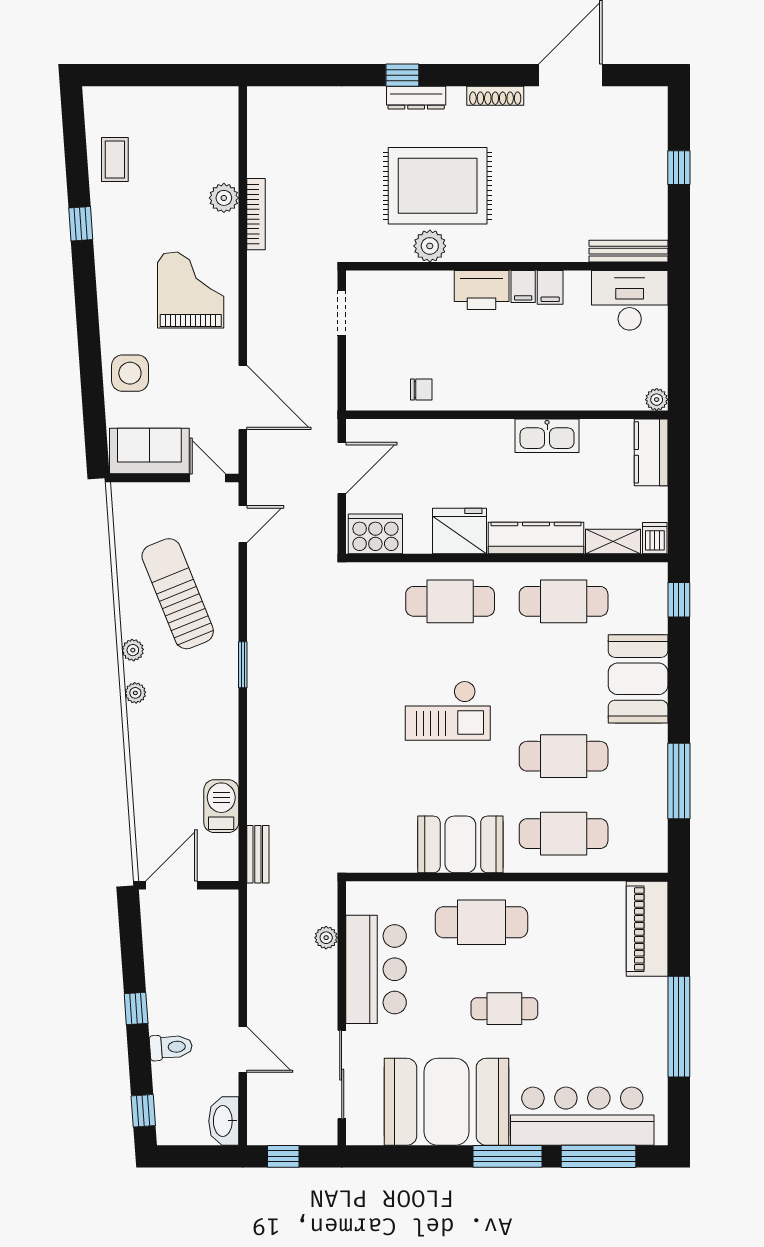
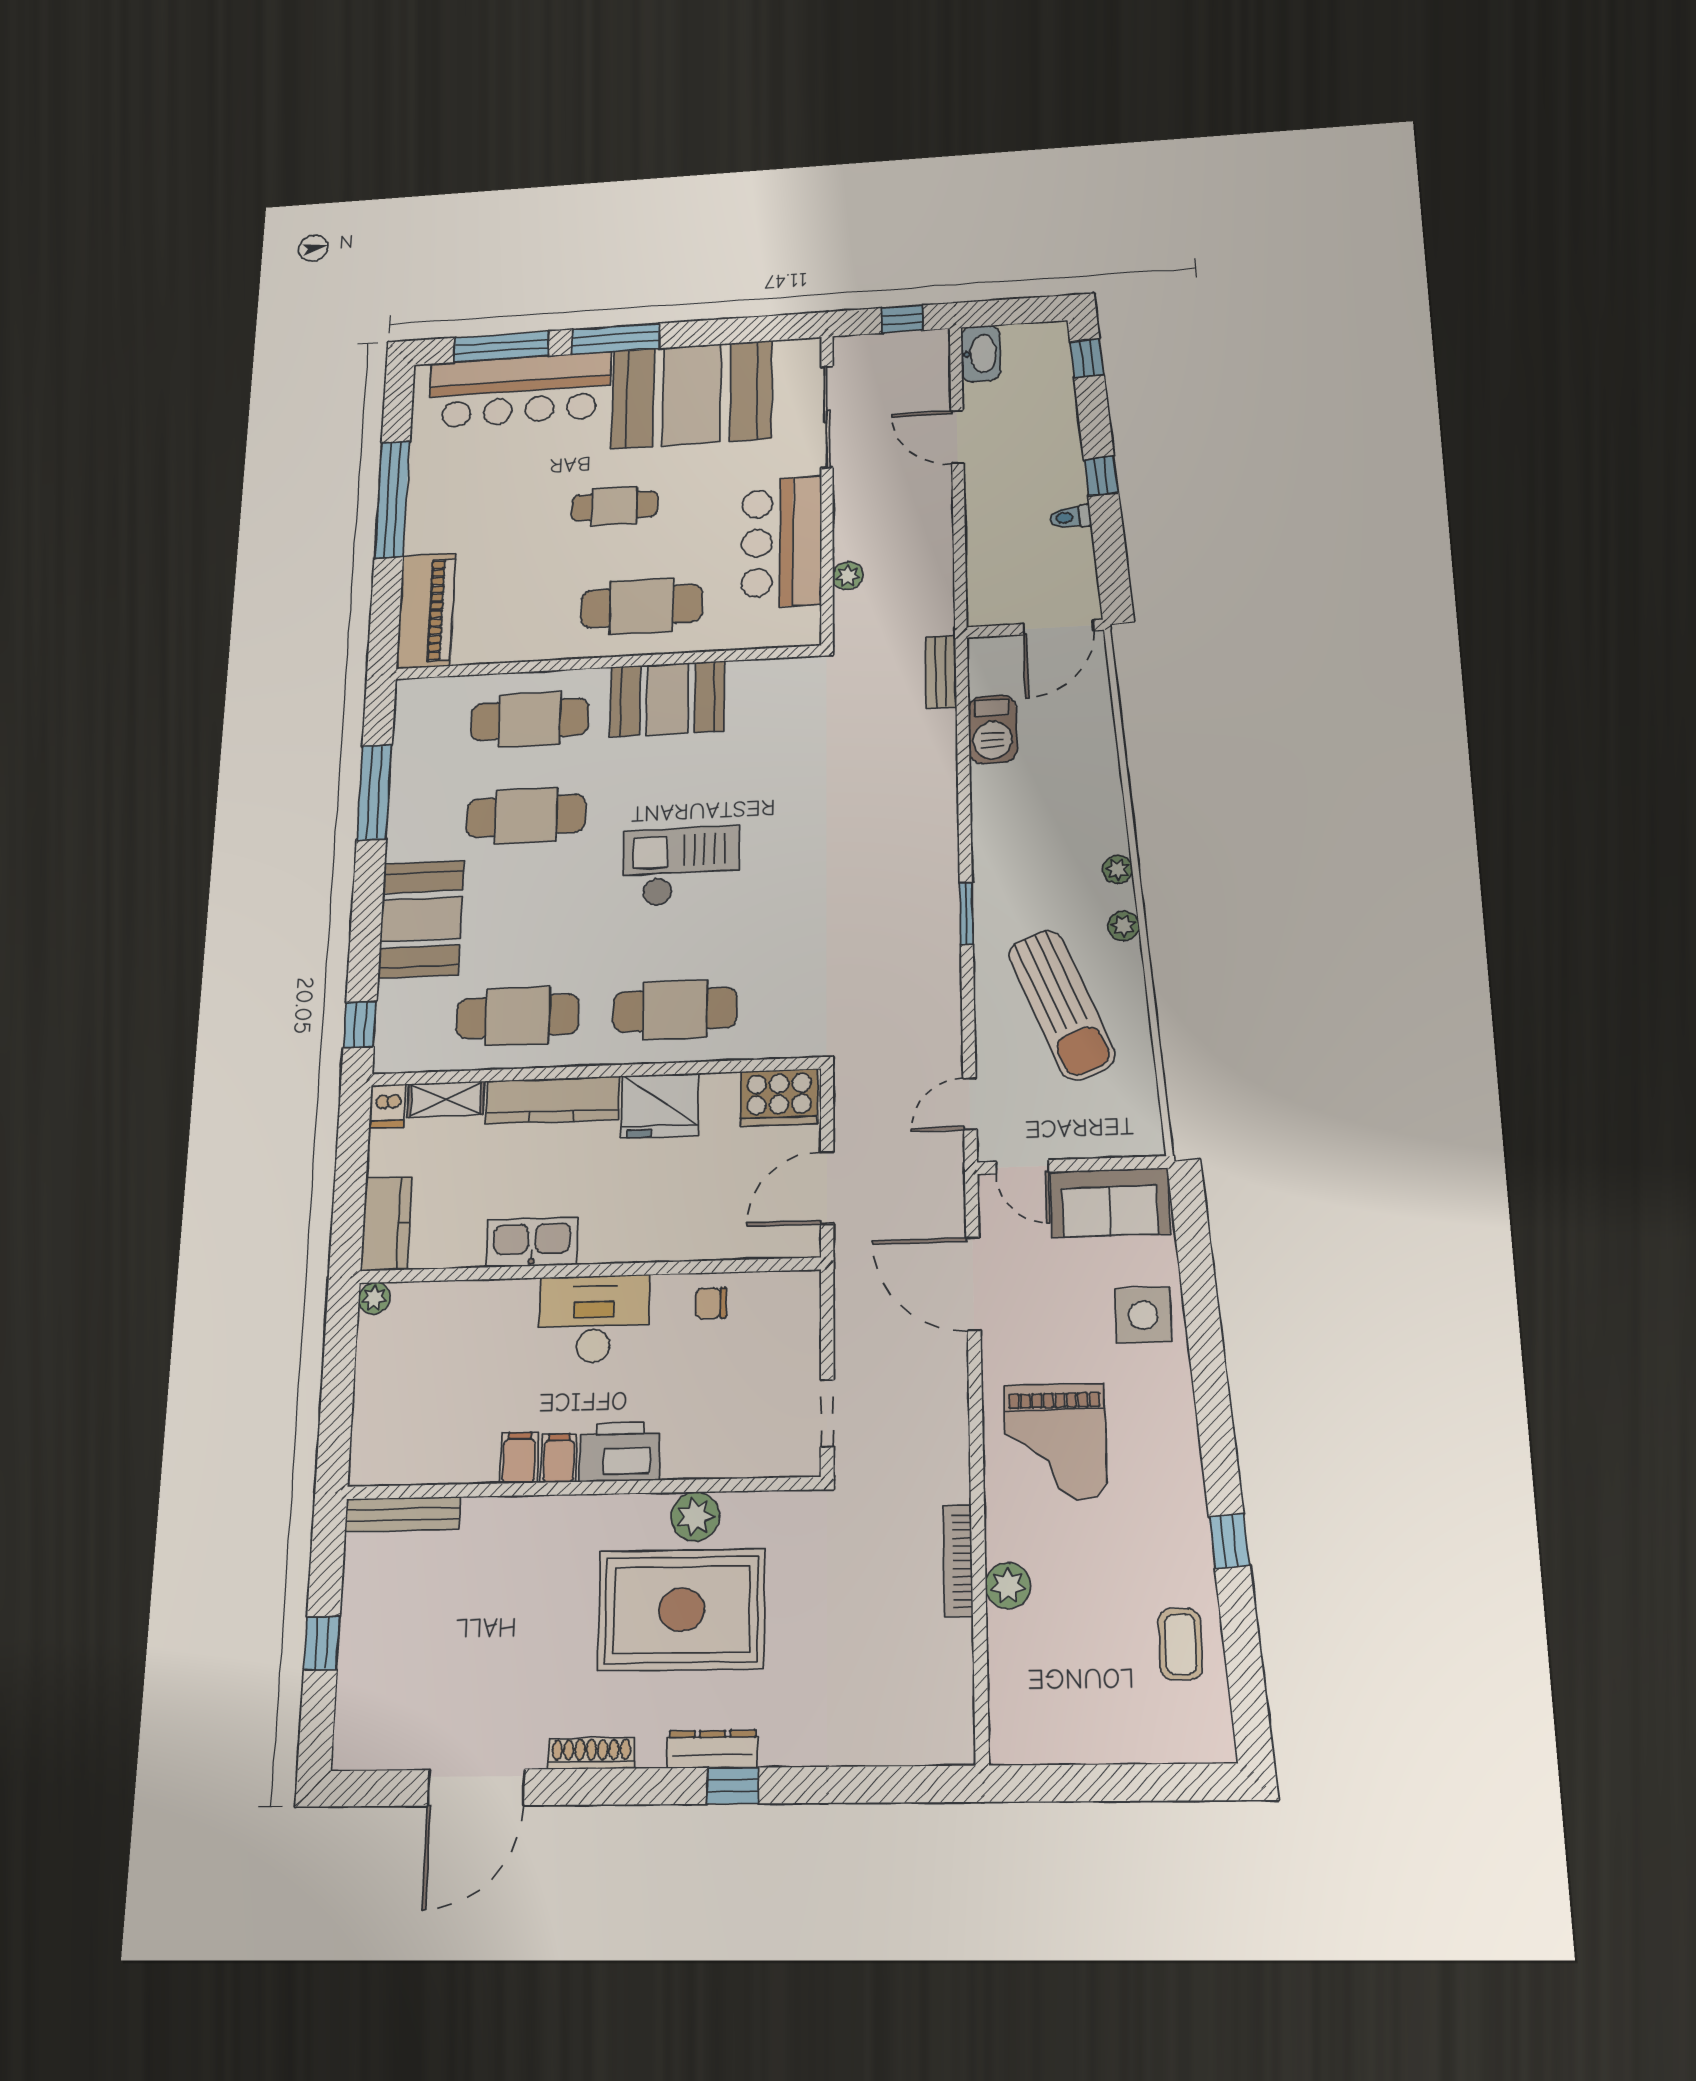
desk: (630, 300) -> (594, 1319), moved, turned 180
toilet: (171, 1047) -> (1070, 517), moved, width x0.73, depth x0.72

